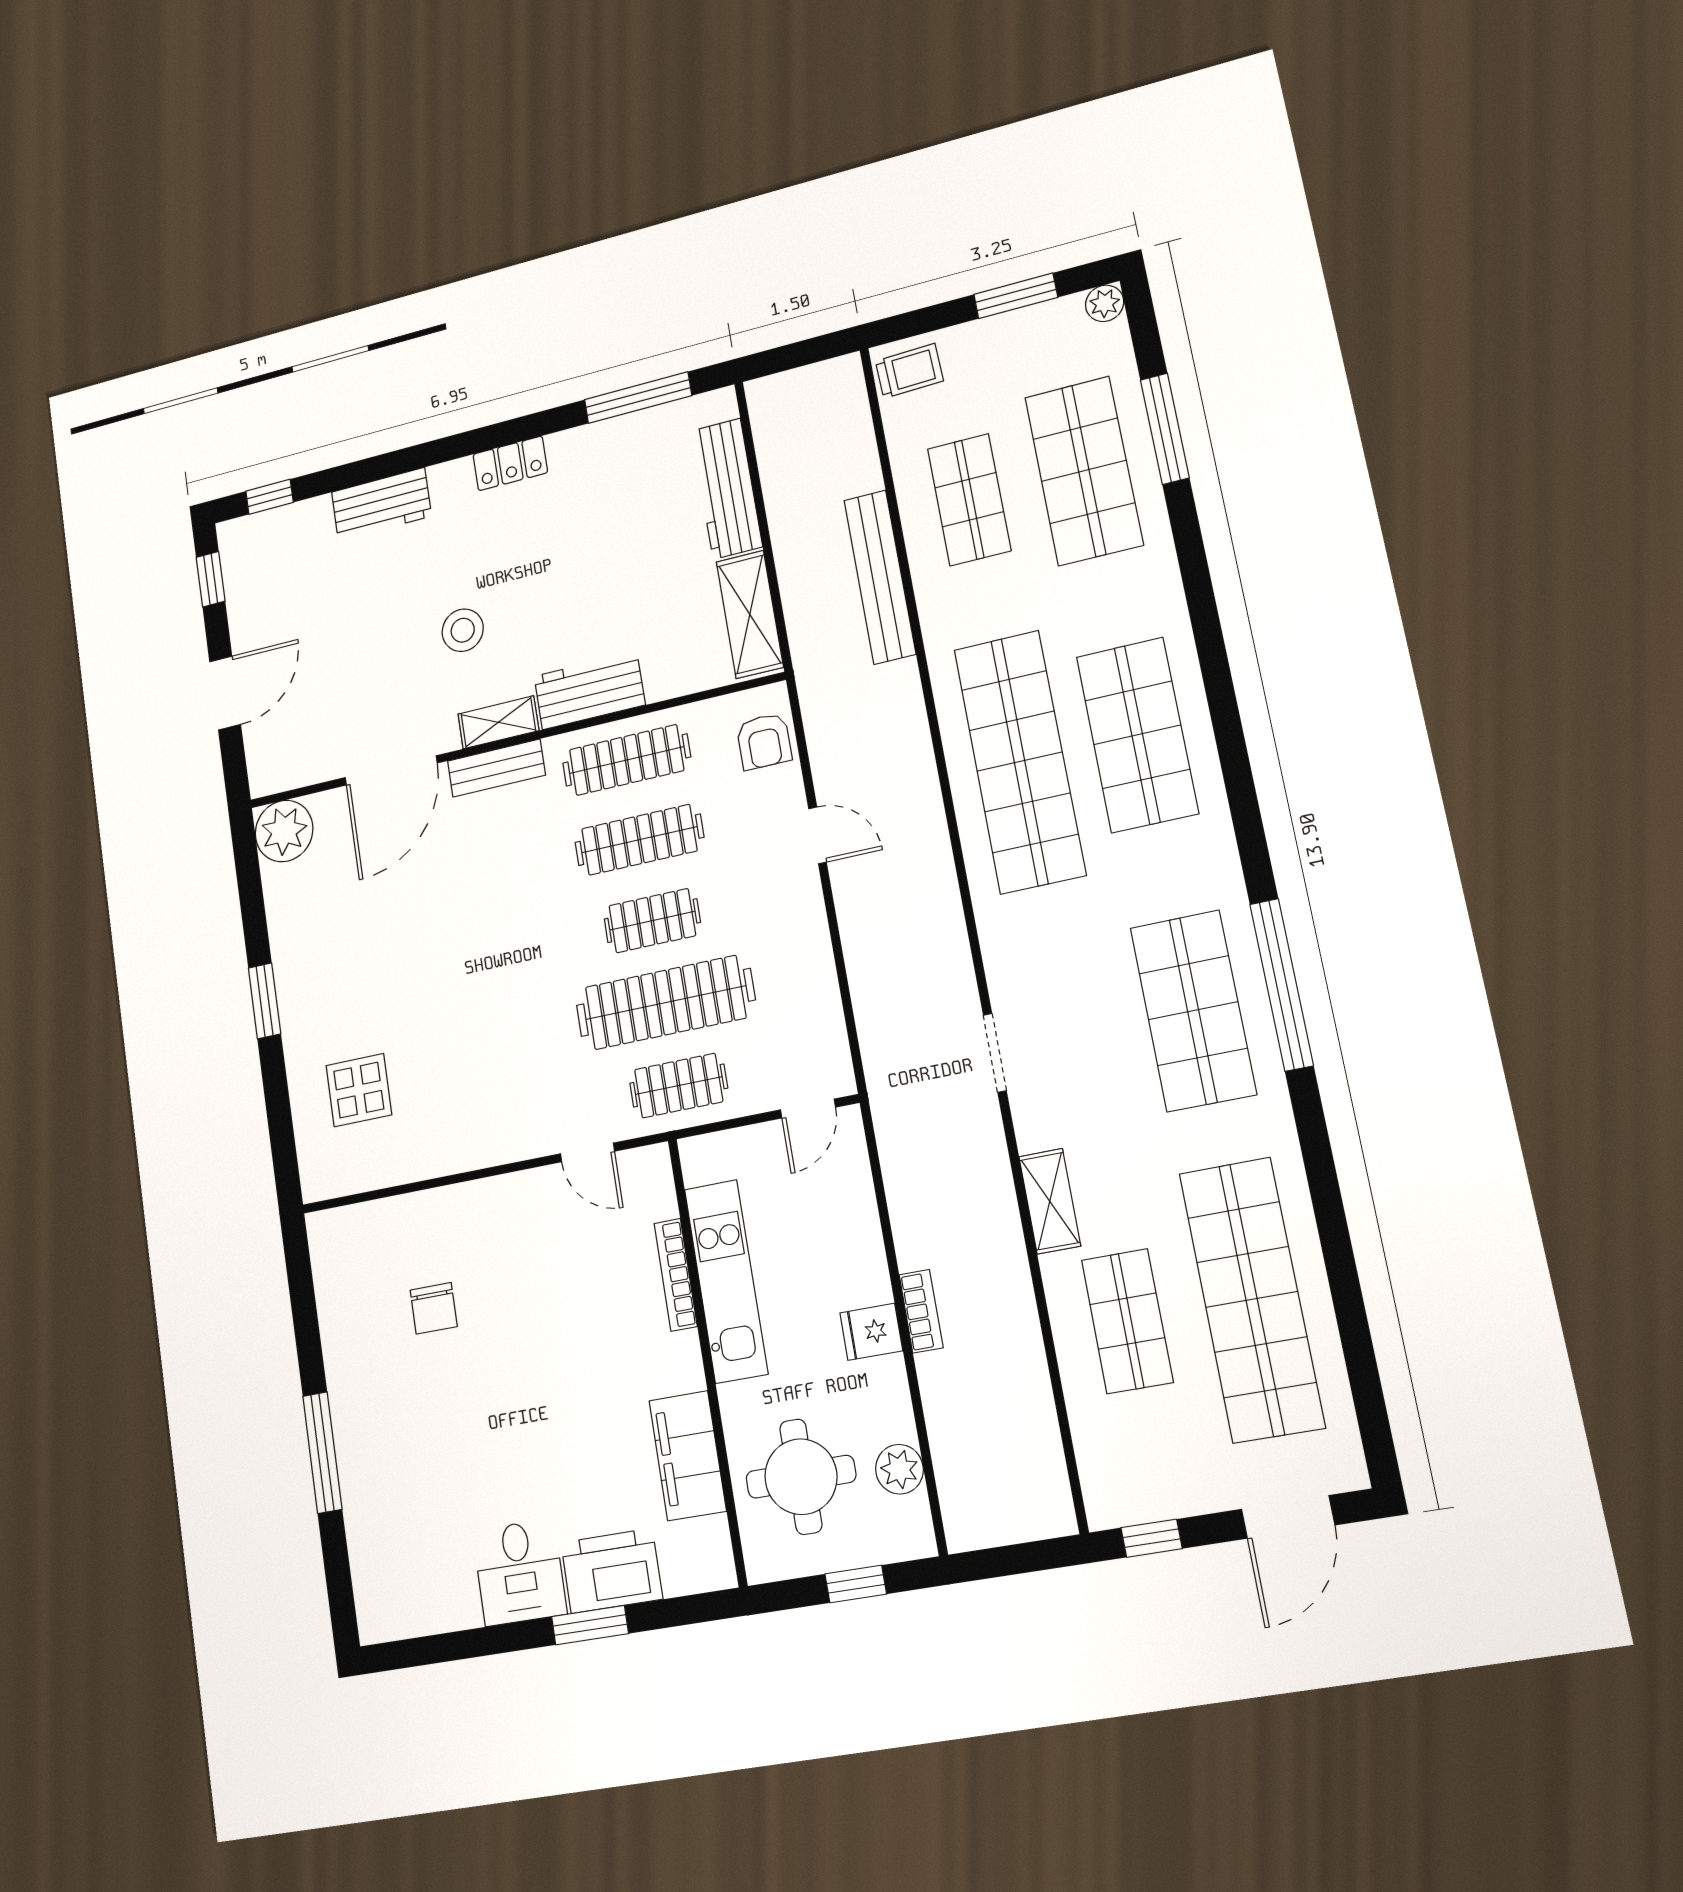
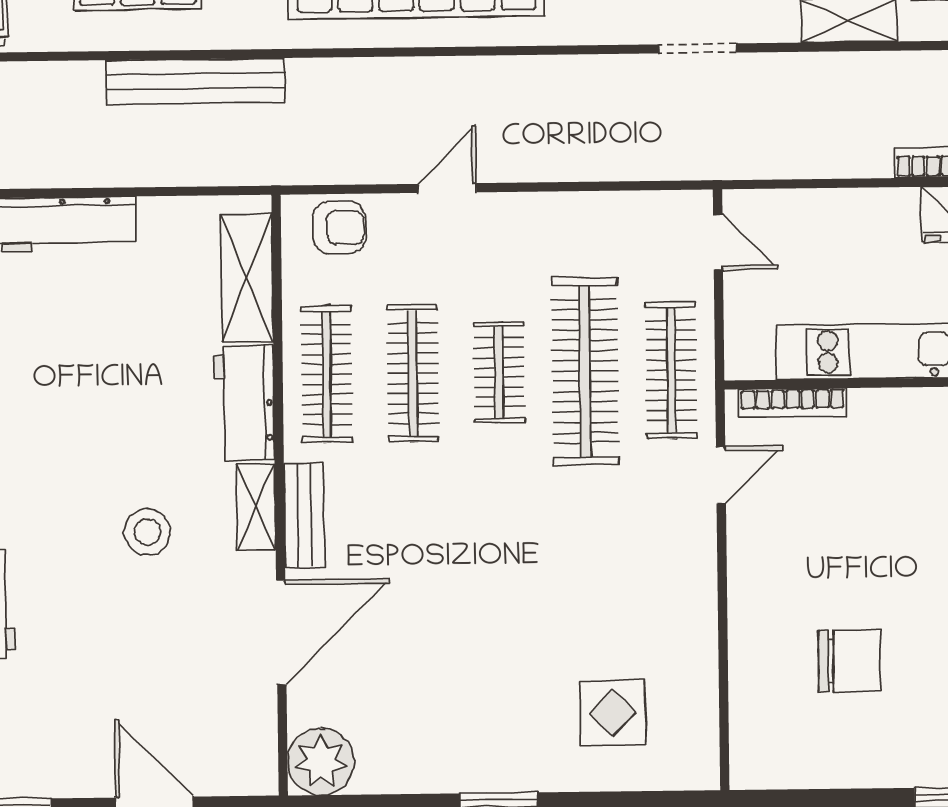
shelving: (750, 614) -> (247, 278), moved, turned 90
door: (391, 770) -> (281, 632), hinge flipped
clothes rail: (679, 1086) -> (671, 370), width x1.36
bookcase: (676, 1275) -> (793, 403), moved
chair: (434, 1308) -> (849, 661), width x1.37, depth x1.37

